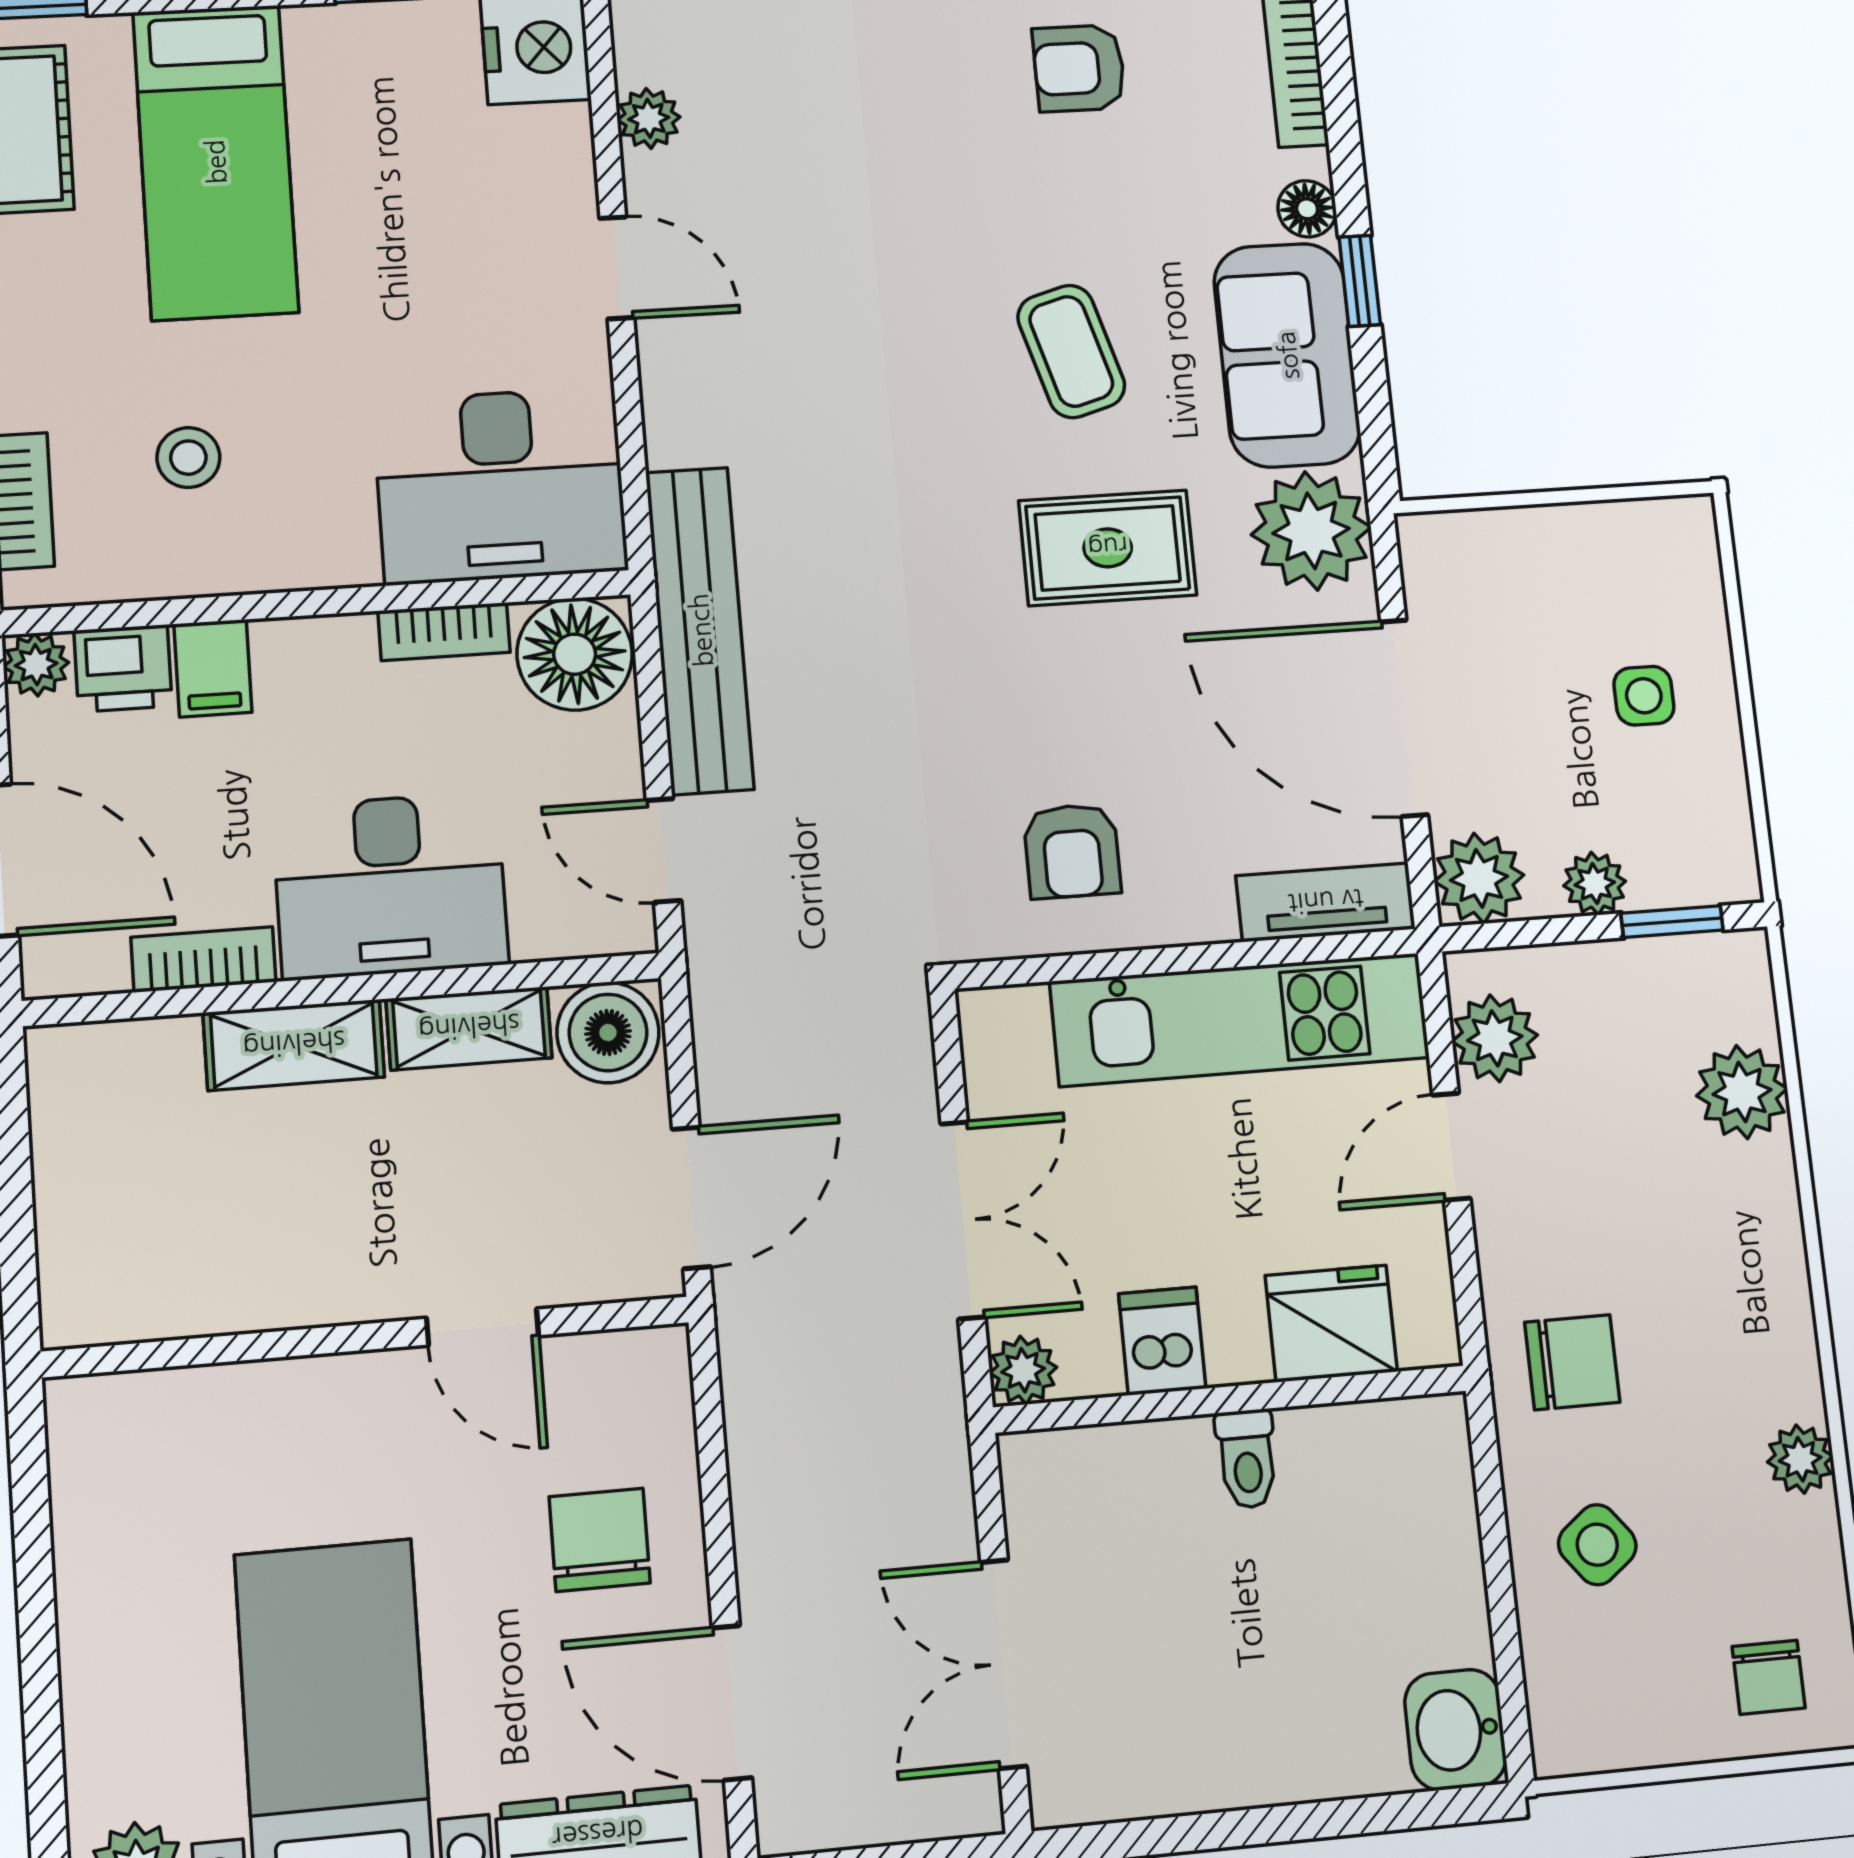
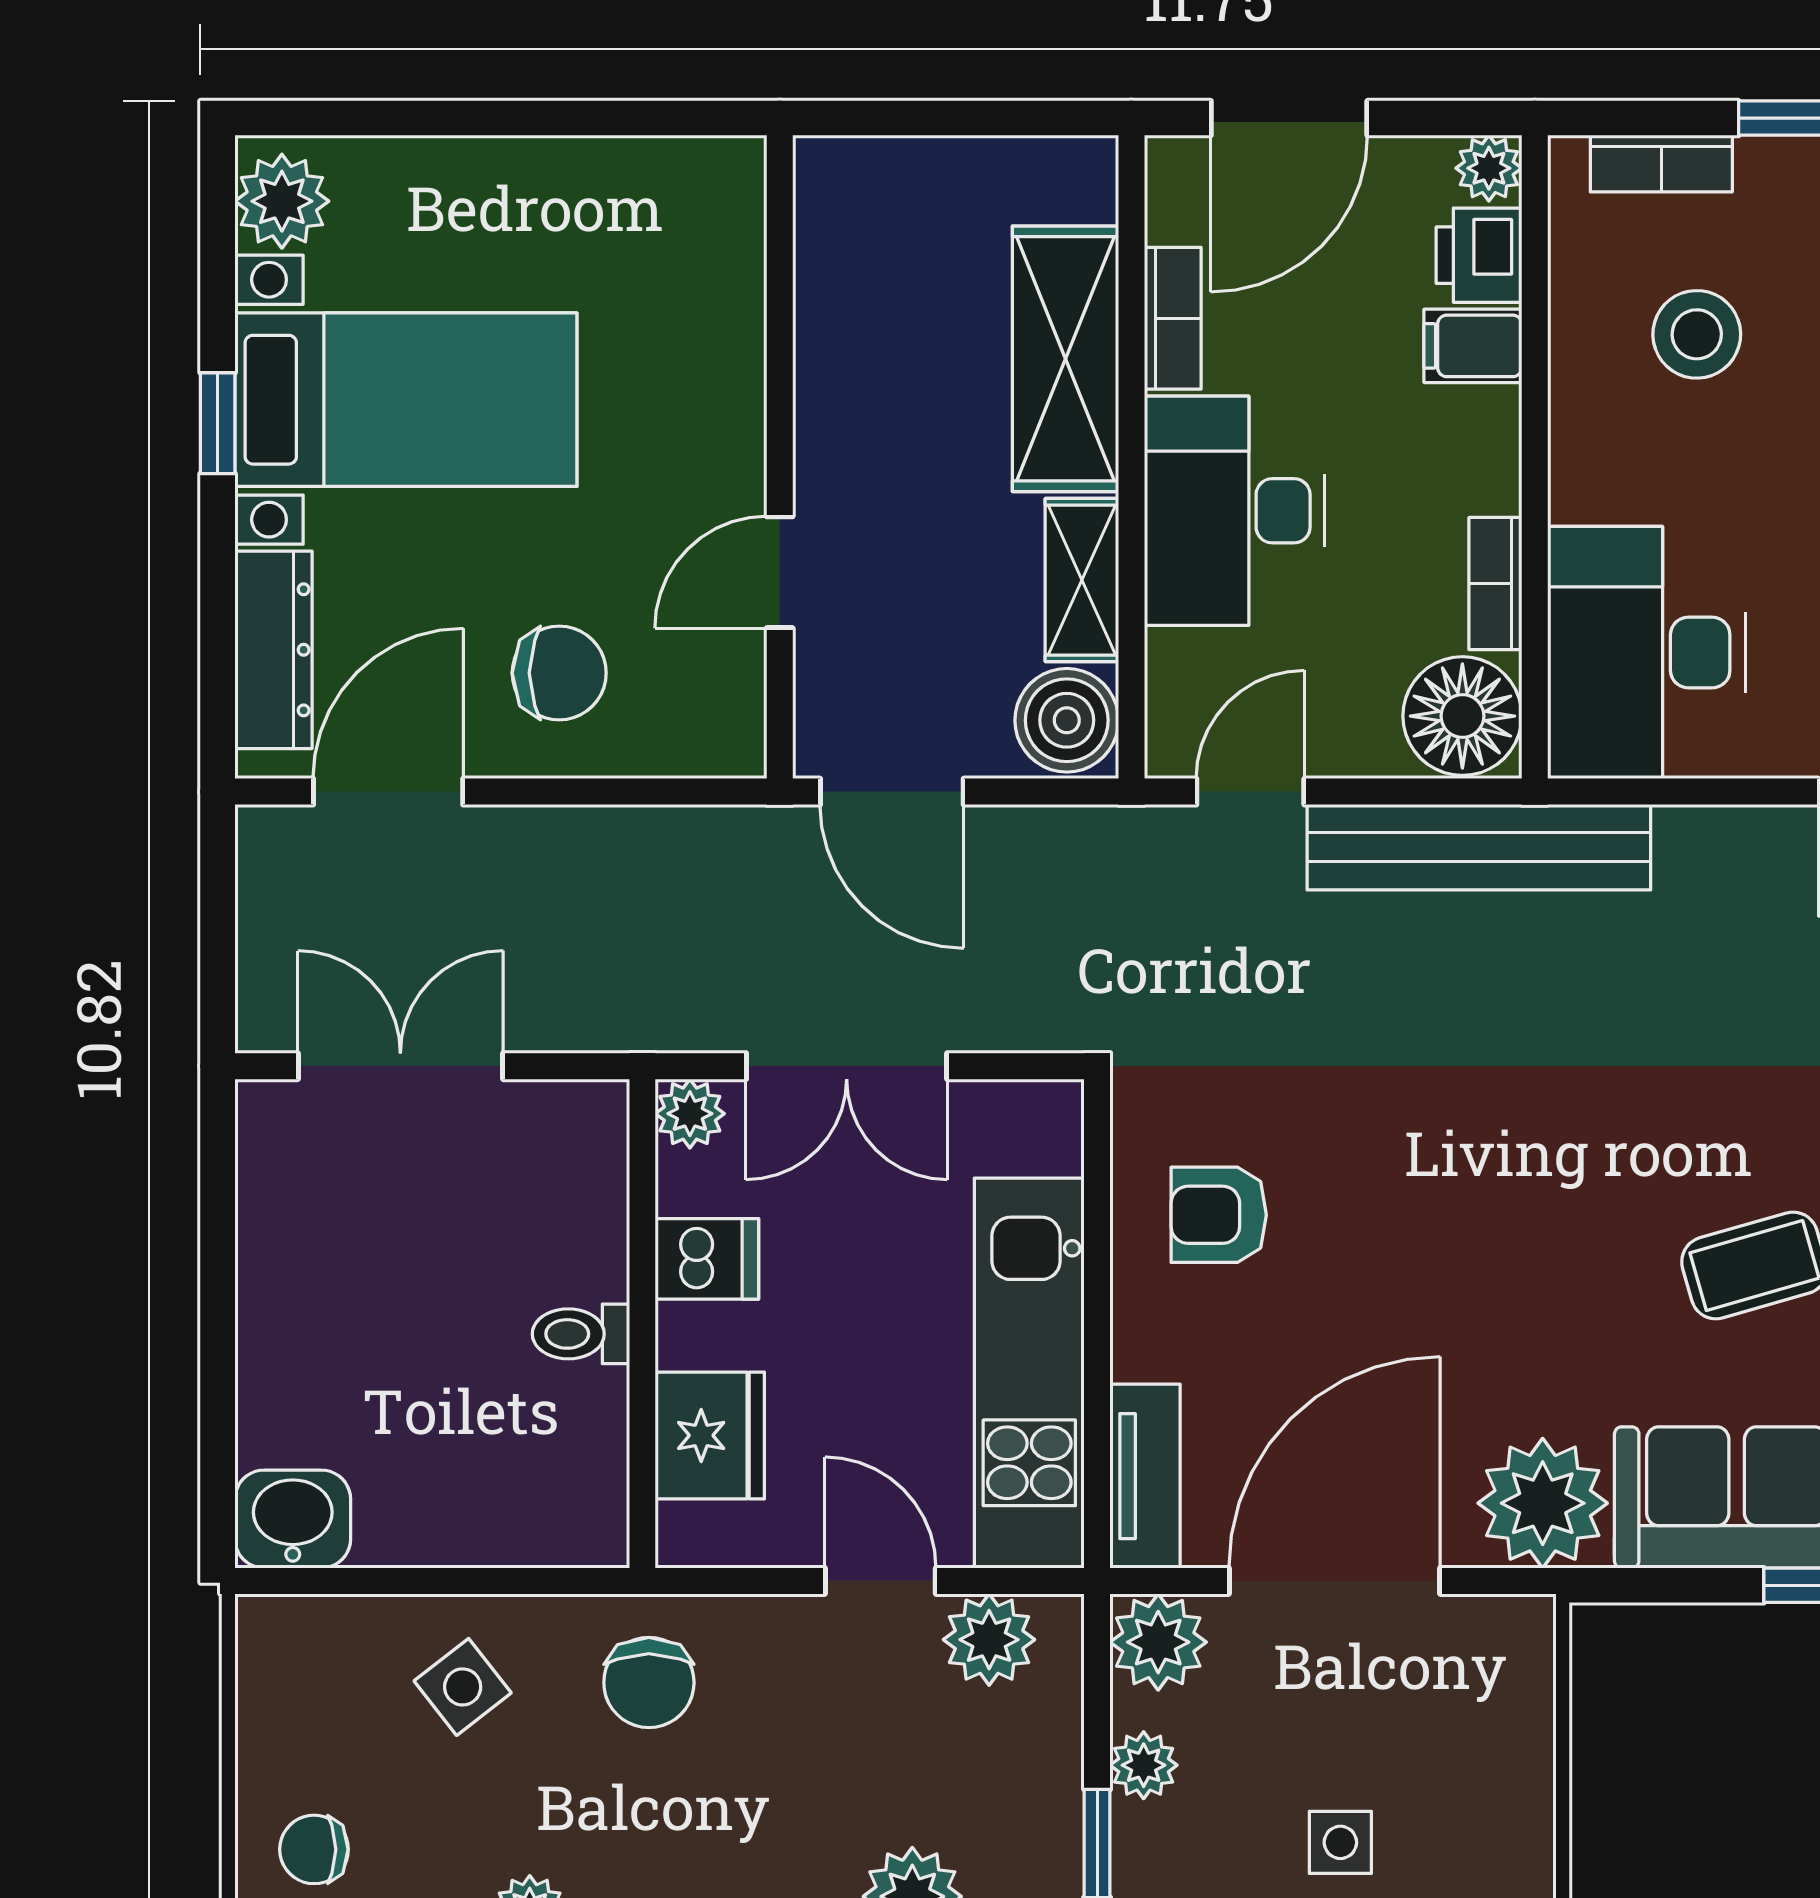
stool: (188, 458) -> (1697, 334), width x1.37, depth x1.37
rug: (1108, 548) -> (1539, 1284), removed
shelving: (294, 1045) -> (1065, 359), width x1.50, depth x1.33

